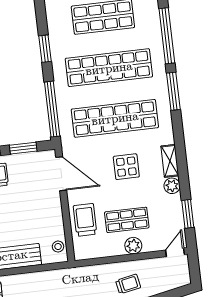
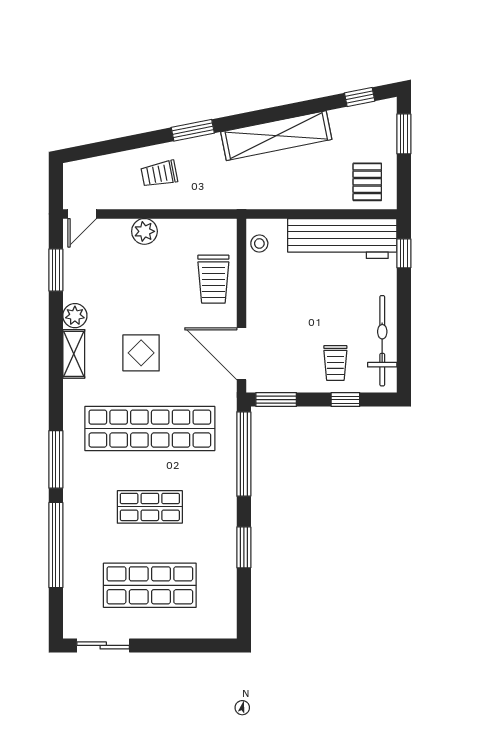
shop shelf: (109, 68) -> (150, 507), width x0.50, depth x0.74
window: (23, 148) -> (276, 400), moved
shop shelf: (127, 220) -> (150, 272), removed

